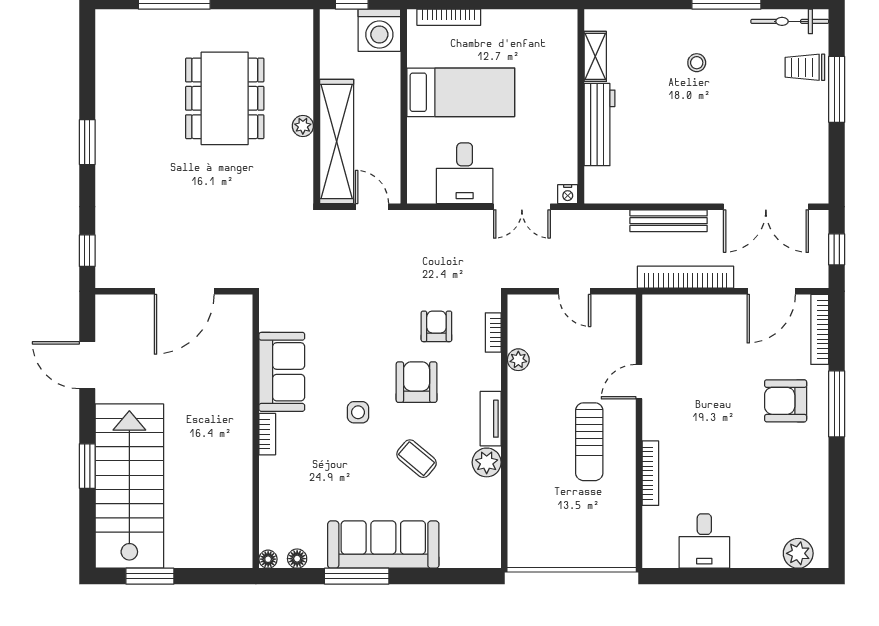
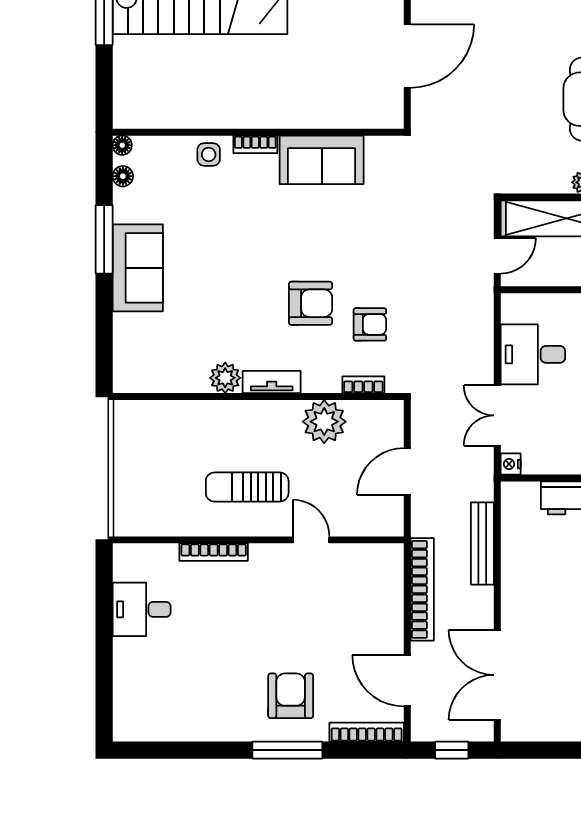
bench: (669, 221) -> (482, 543), moved
door: (184, 291) -> (407, 56), swing flipped
door: (575, 291) -> (407, 472), width x1.38
plant: (518, 360) -> (324, 422), width x1.88, depth x1.88
side table: (358, 412) -> (209, 154), moved
coffee table: (417, 459) -> (229, 303), removed
sofa: (383, 545) -> (138, 268), width x0.73
plant: (798, 553) -> (128, 709), removed

